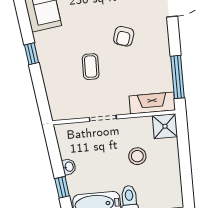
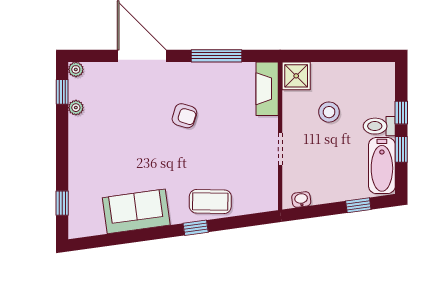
coffee table: (91, 67) -> (210, 201), moved, width x1.36, depth x1.30
window: (177, 77) -> (217, 56), moved
washbasin: (69, 167) -> (301, 200), moved

